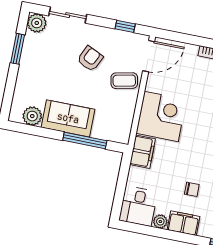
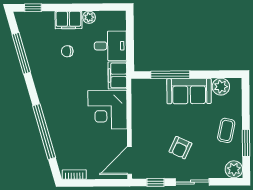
sliding door: (68, 15) -> (192, 182), moved
coffee table: (124, 81) -> (226, 130), moved, turned -66
desk: (138, 206) -> (110, 46), moved, turned 90

